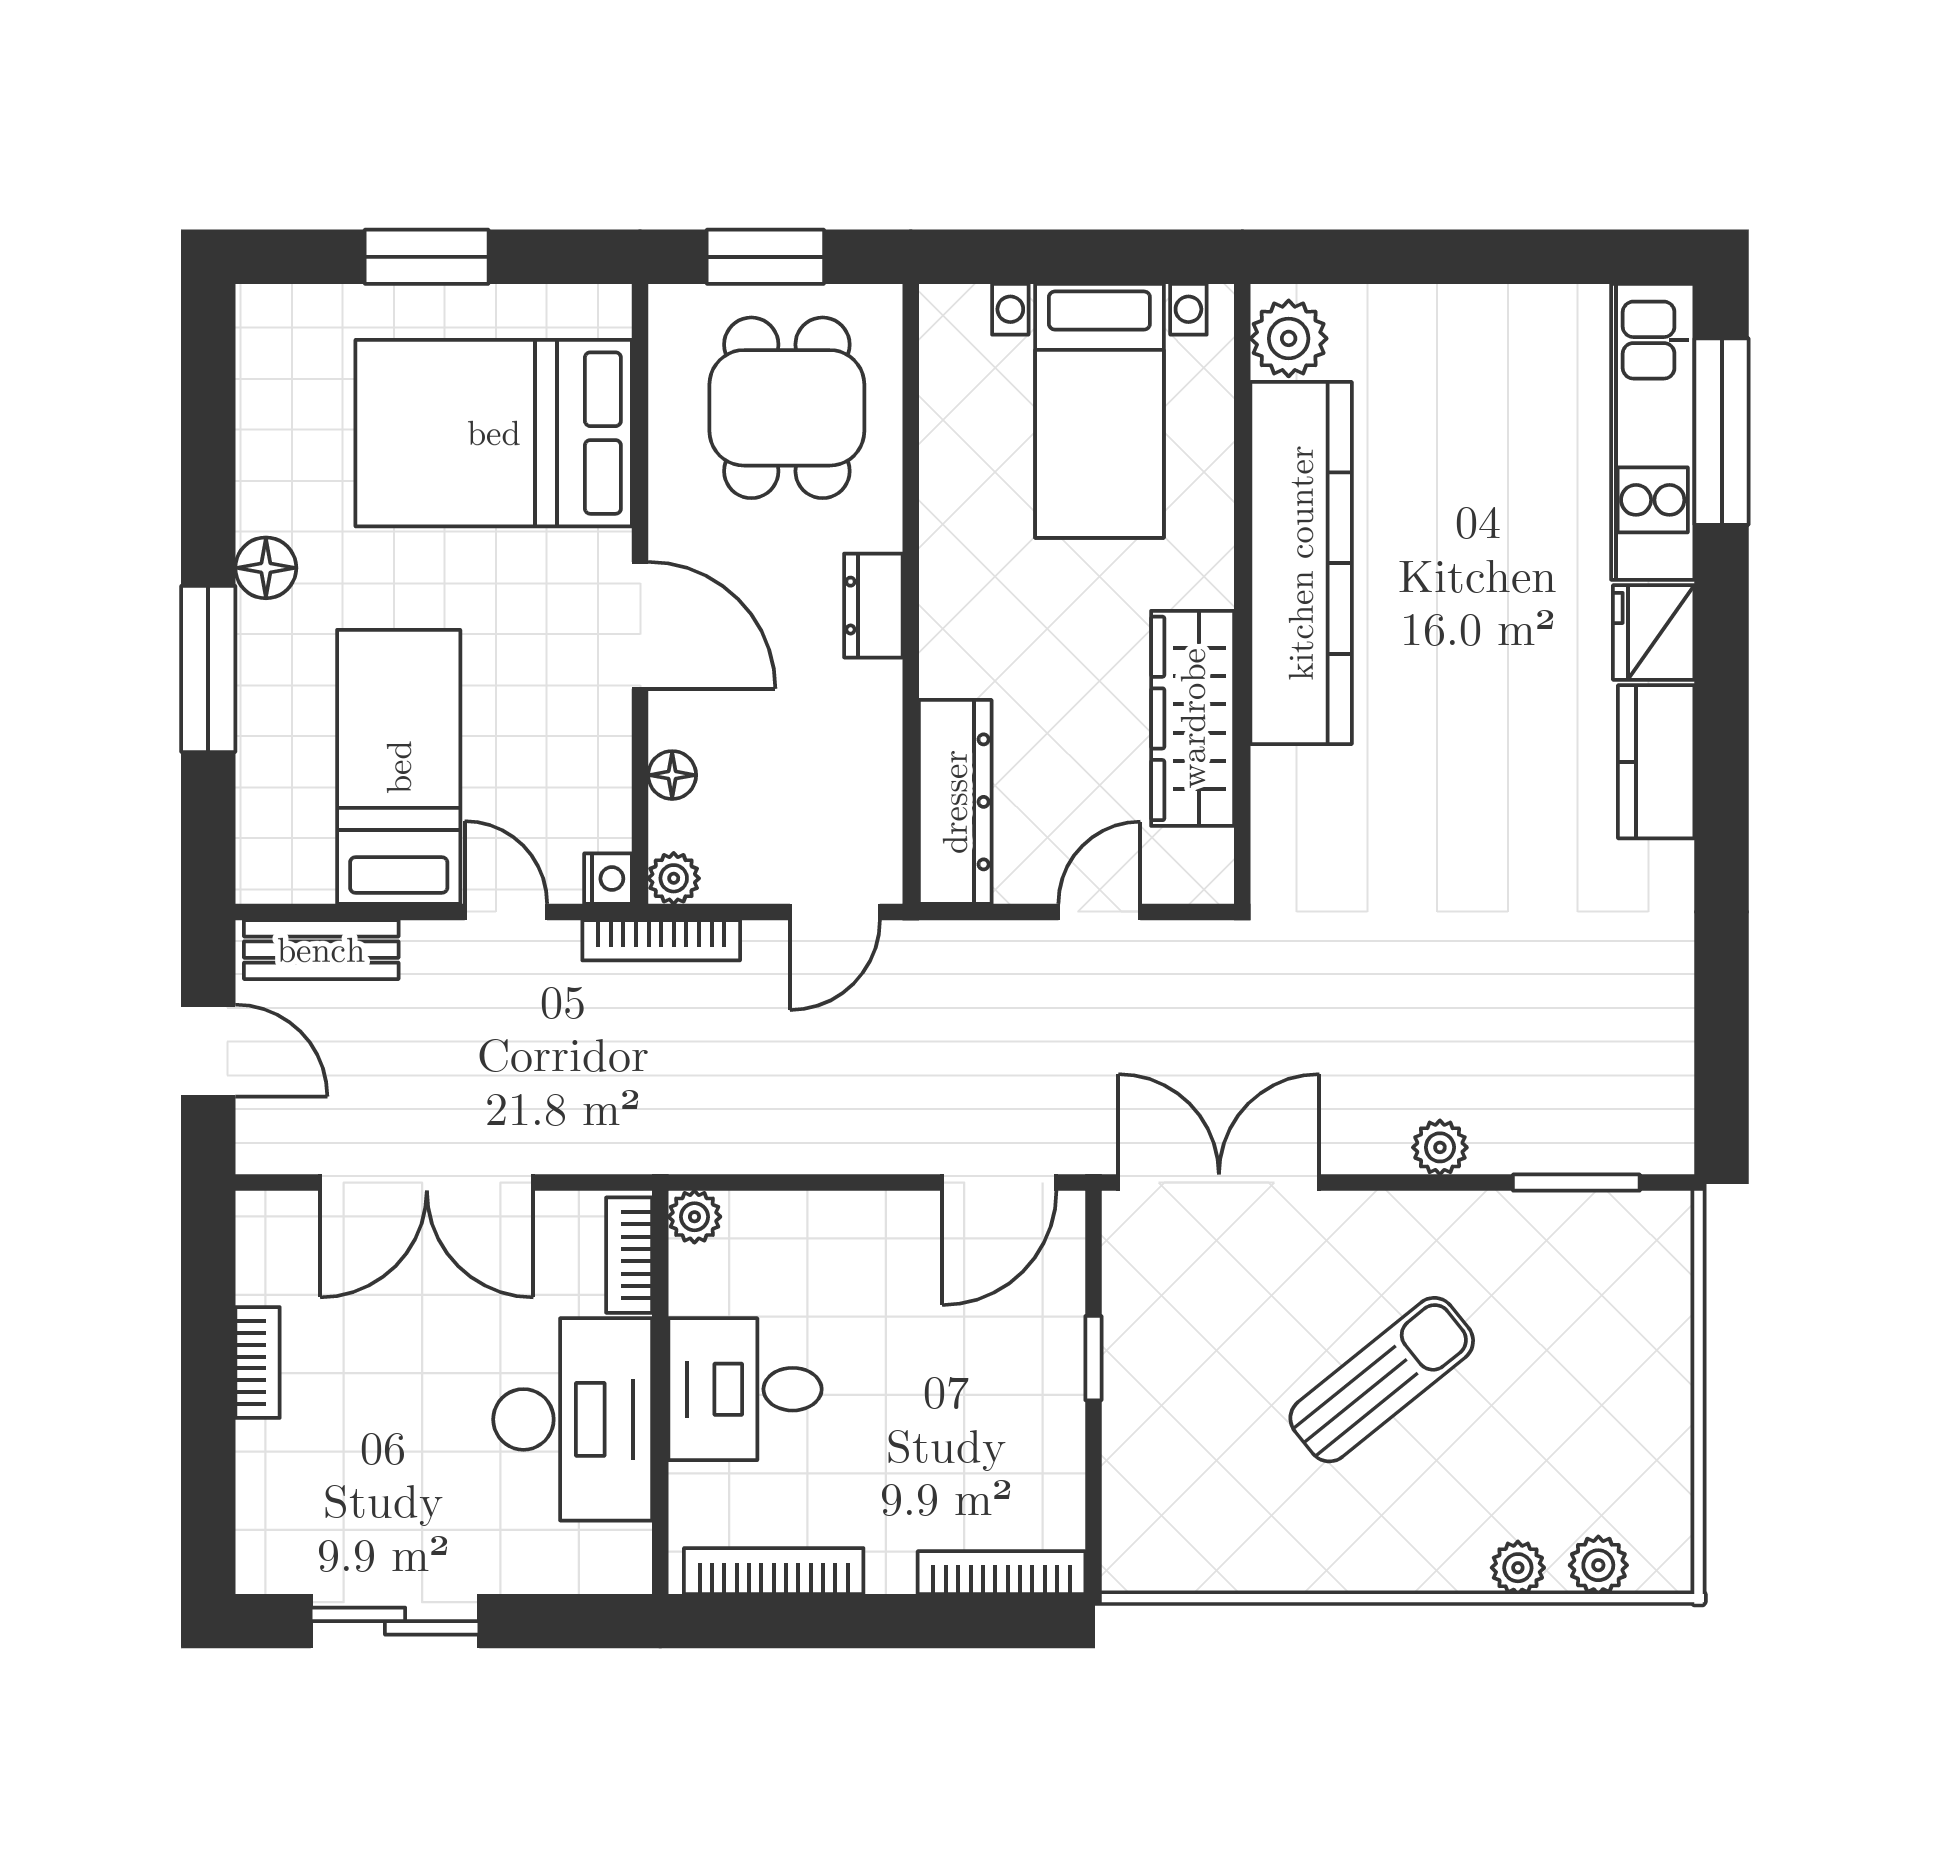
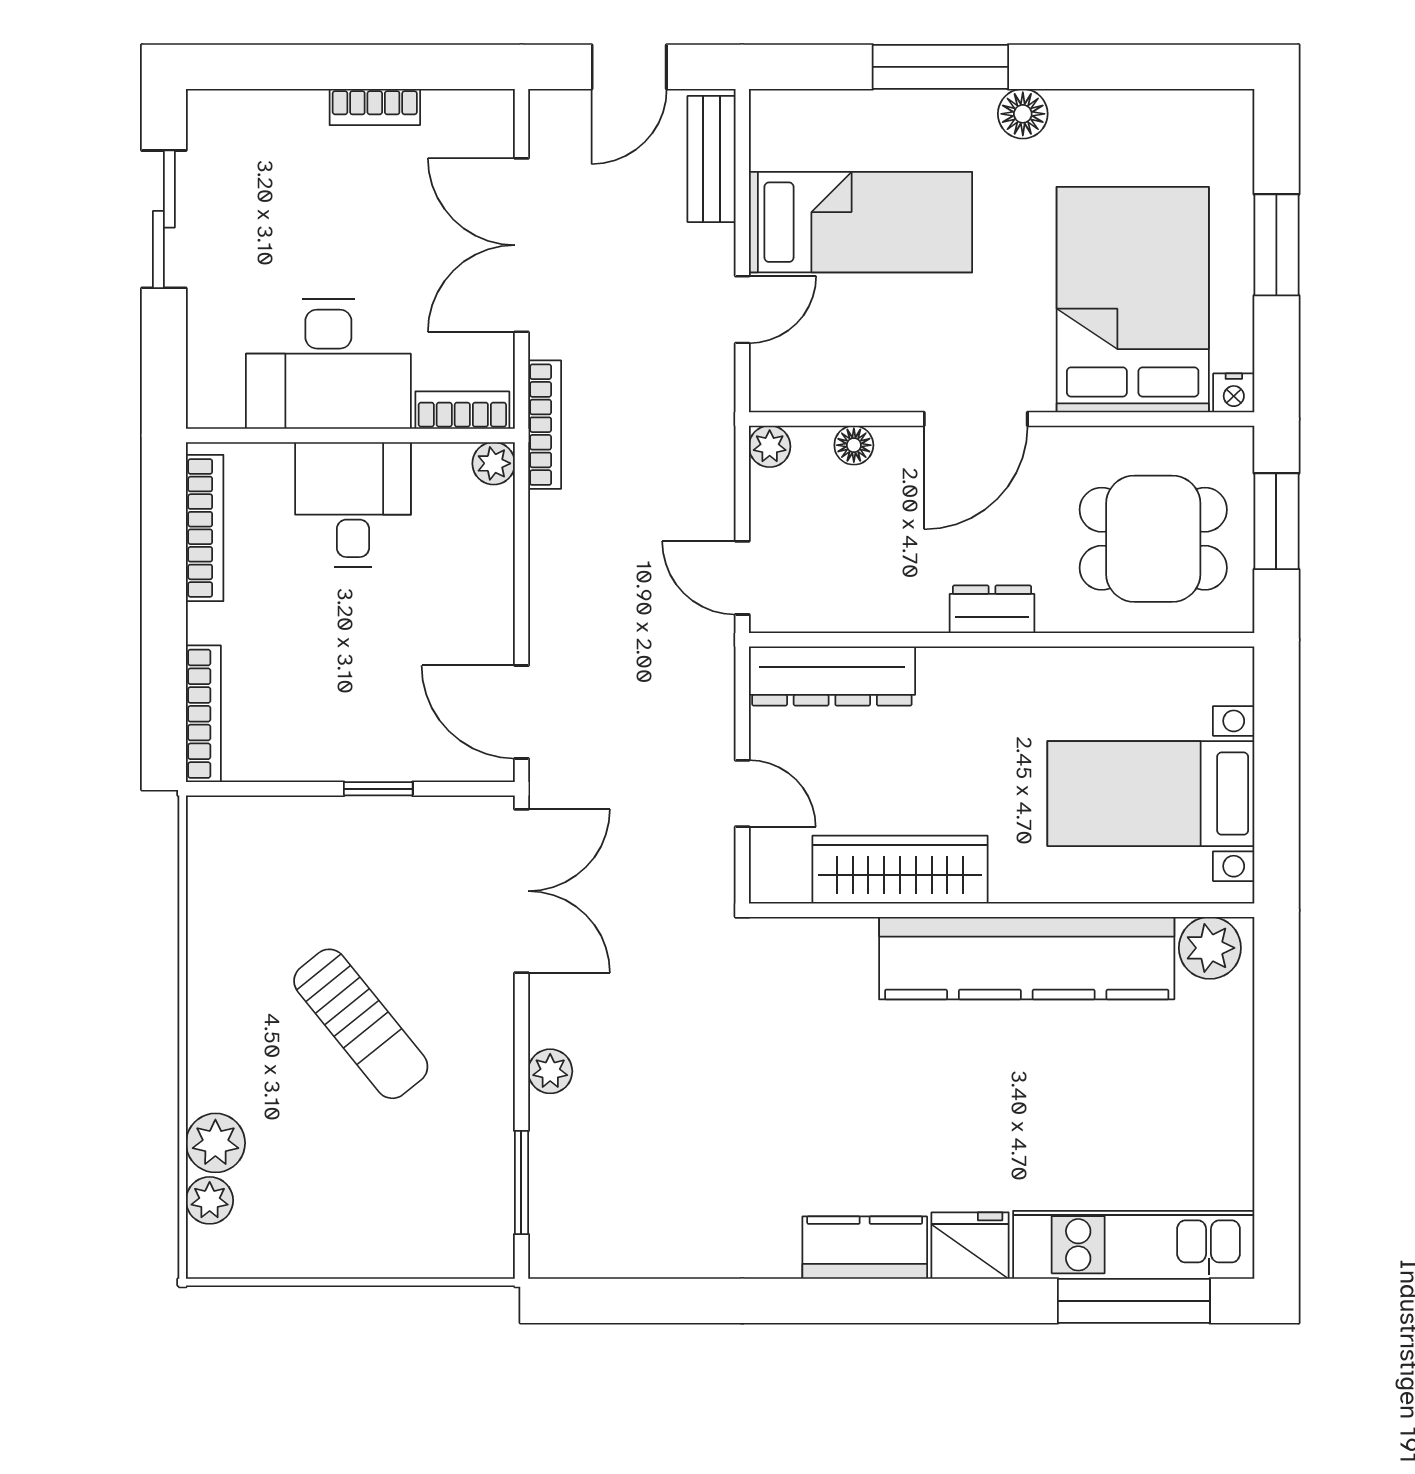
nightstand: (608, 879) -> (1234, 393), moved
bookcase: (661, 940) -> (545, 425), moved, turned 180
plant: (1518, 1568) -> (215, 1143), width x1.38, depth x1.38

